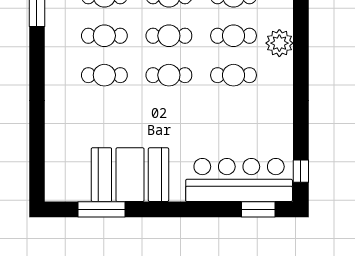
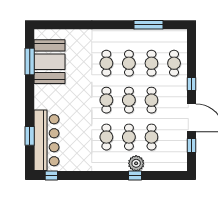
window: (301, 25) -> (135, 176), added
plant: (279, 43) -> (136, 163), moved
booth: (130, 175) -> (49, 62), moved
window: (258, 209) -> (30, 136), moved

